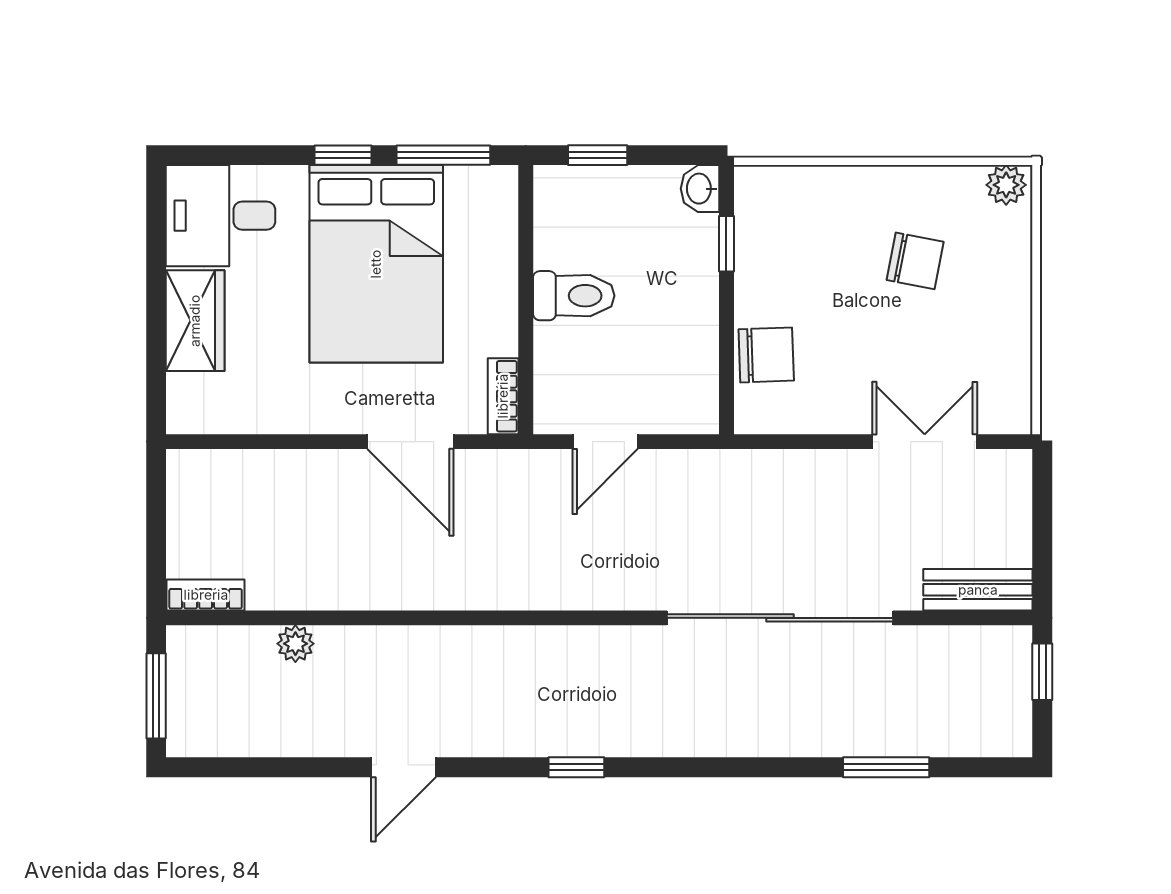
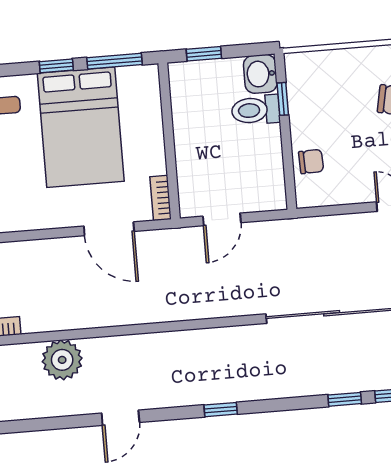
washbasin: (700, 189) -> (260, 74), width x1.38, depth x1.45
toilet: (574, 296) -> (256, 110), moved, turned 180
chair: (766, 355) -> (311, 161), width x0.73, depth x0.73
plant: (295, 644) -> (62, 360), width x1.87, depth x1.87
window: (790, 767) -> (345, 399), added

